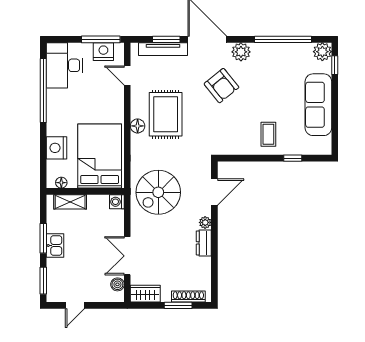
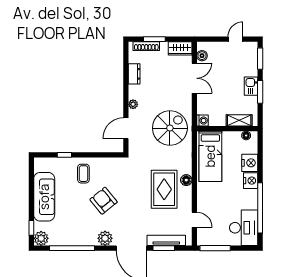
nightstand: (103, 52) -> (251, 181), moved, turned -90
armchair: (221, 86) -> (104, 201), moved
bed: (100, 156) -> (210, 156), width x0.67
dresser: (204, 243) -> (134, 74), moved

